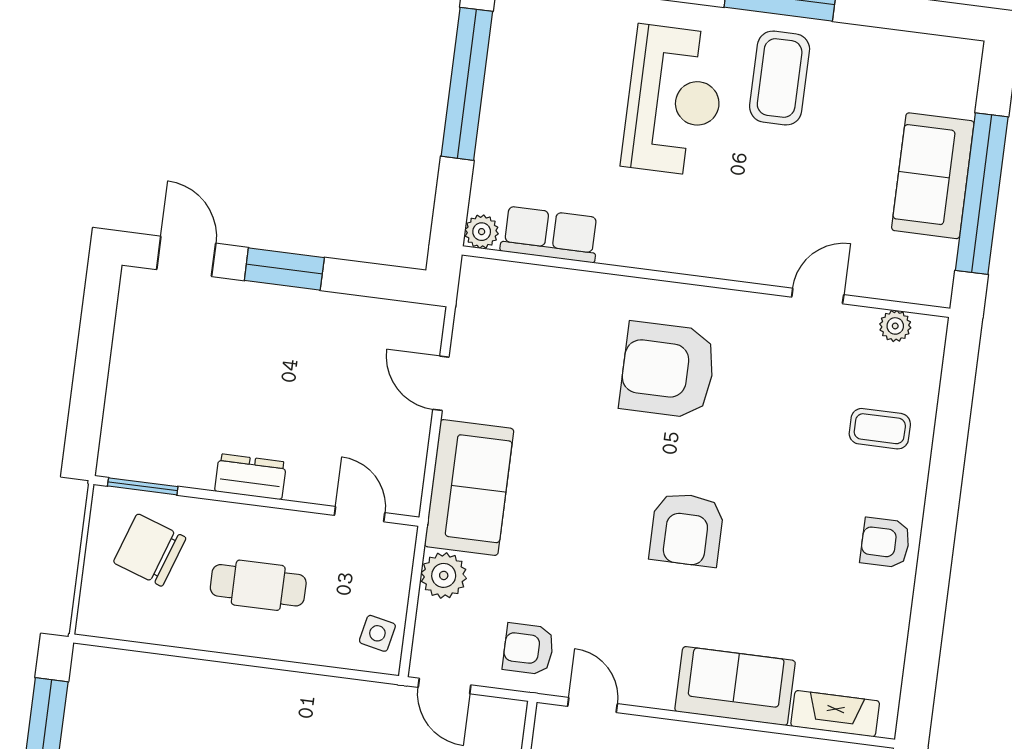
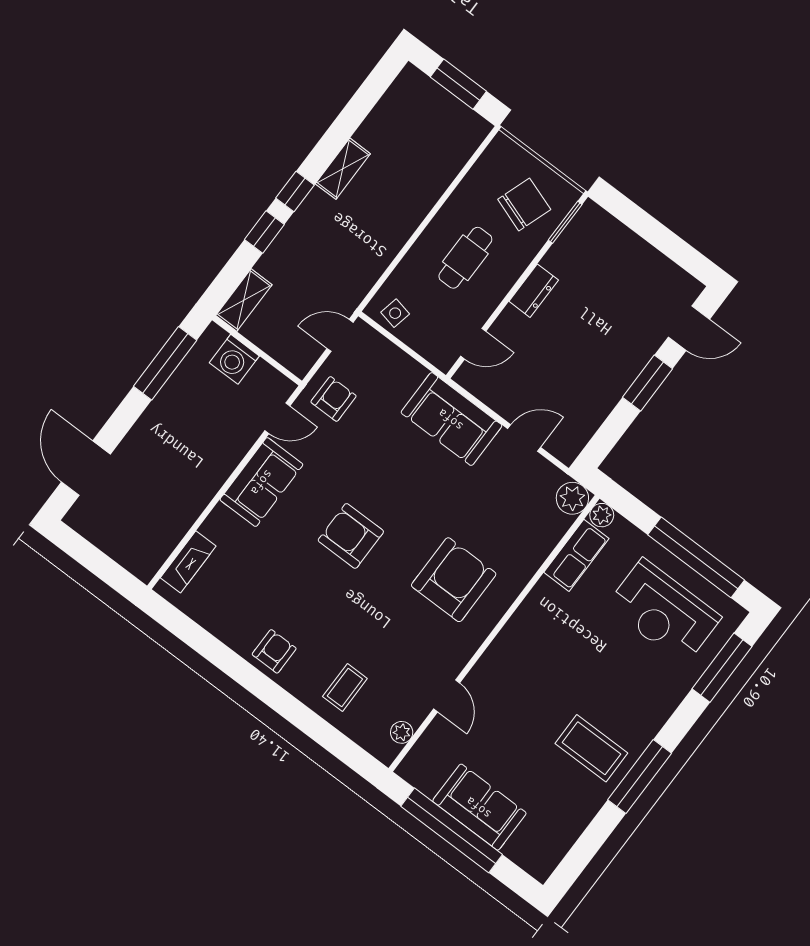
reception desk: (674, 100) -> (664, 612), moved
plant: (444, 575) -> (572, 498), moved
sofa: (735, 686) -> (261, 482), moved

